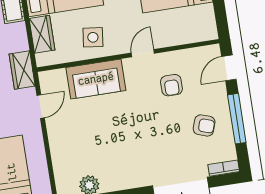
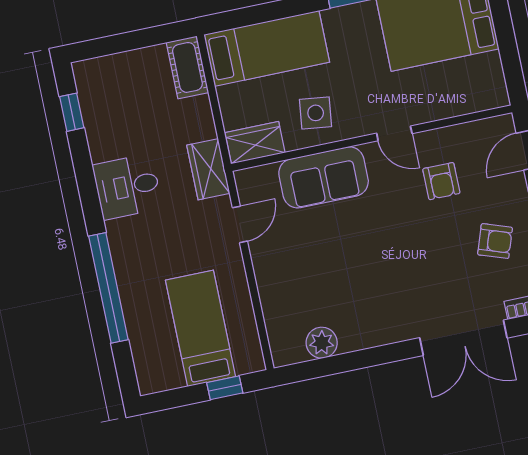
wardrobe: (42, 34) -> (255, 143), moved, turned -90
door: (143, 53) -> (394, 133), swing flipped

